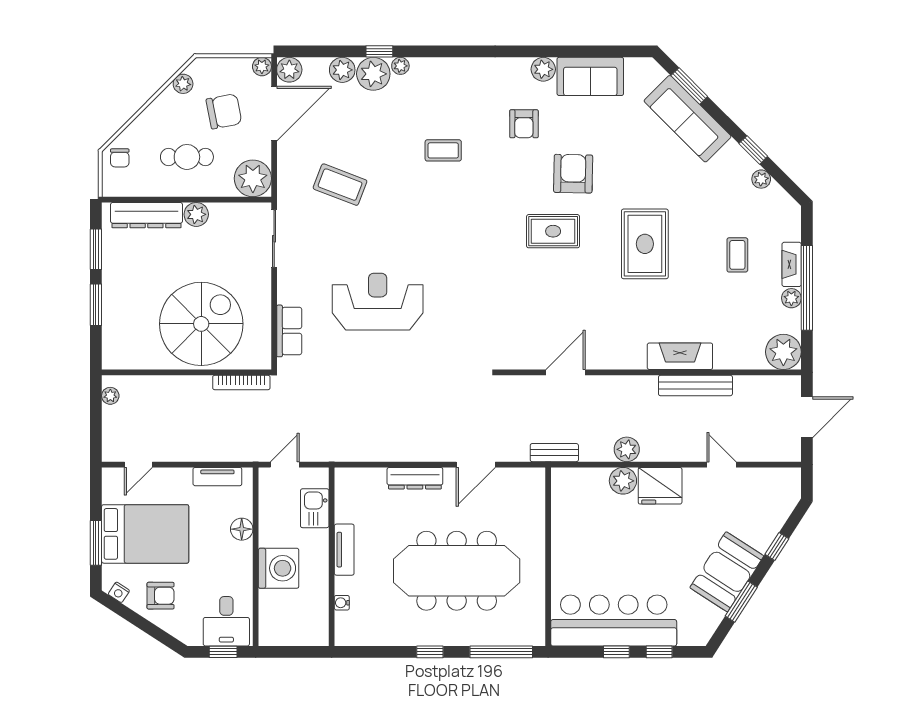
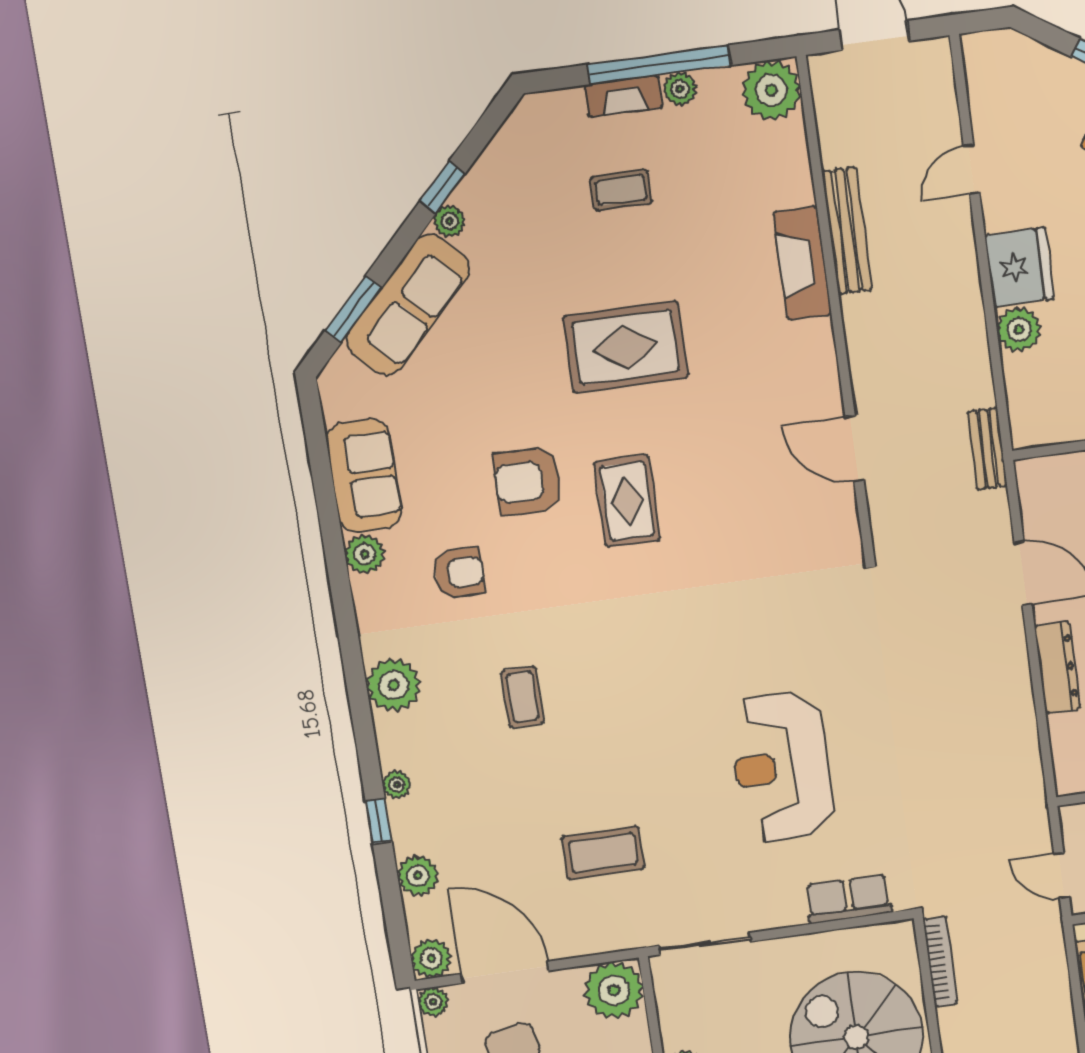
plant: (373, 74) -> (394, 685), moved
plant: (761, 179) -> (449, 221), moved
coffee table: (340, 185) -> (603, 853), turned 69
plant: (627, 449) -> (967, 330), removed

